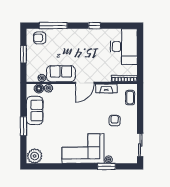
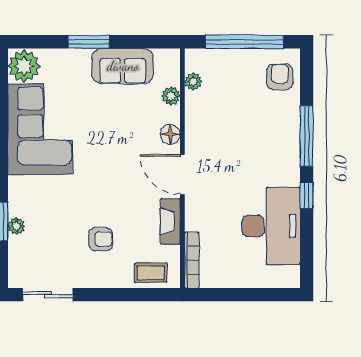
window: (53, 26) -> (307, 136), moved
desk: (124, 47) -> (271, 226), moved, turned -90
window: (23, 54) -> (244, 42), width x2.11
sofa: (61, 74) -> (202, 123), removed
floor lamp: (39, 89) -> (170, 134), moved
corner sofa: (83, 148) -> (40, 129), moved

